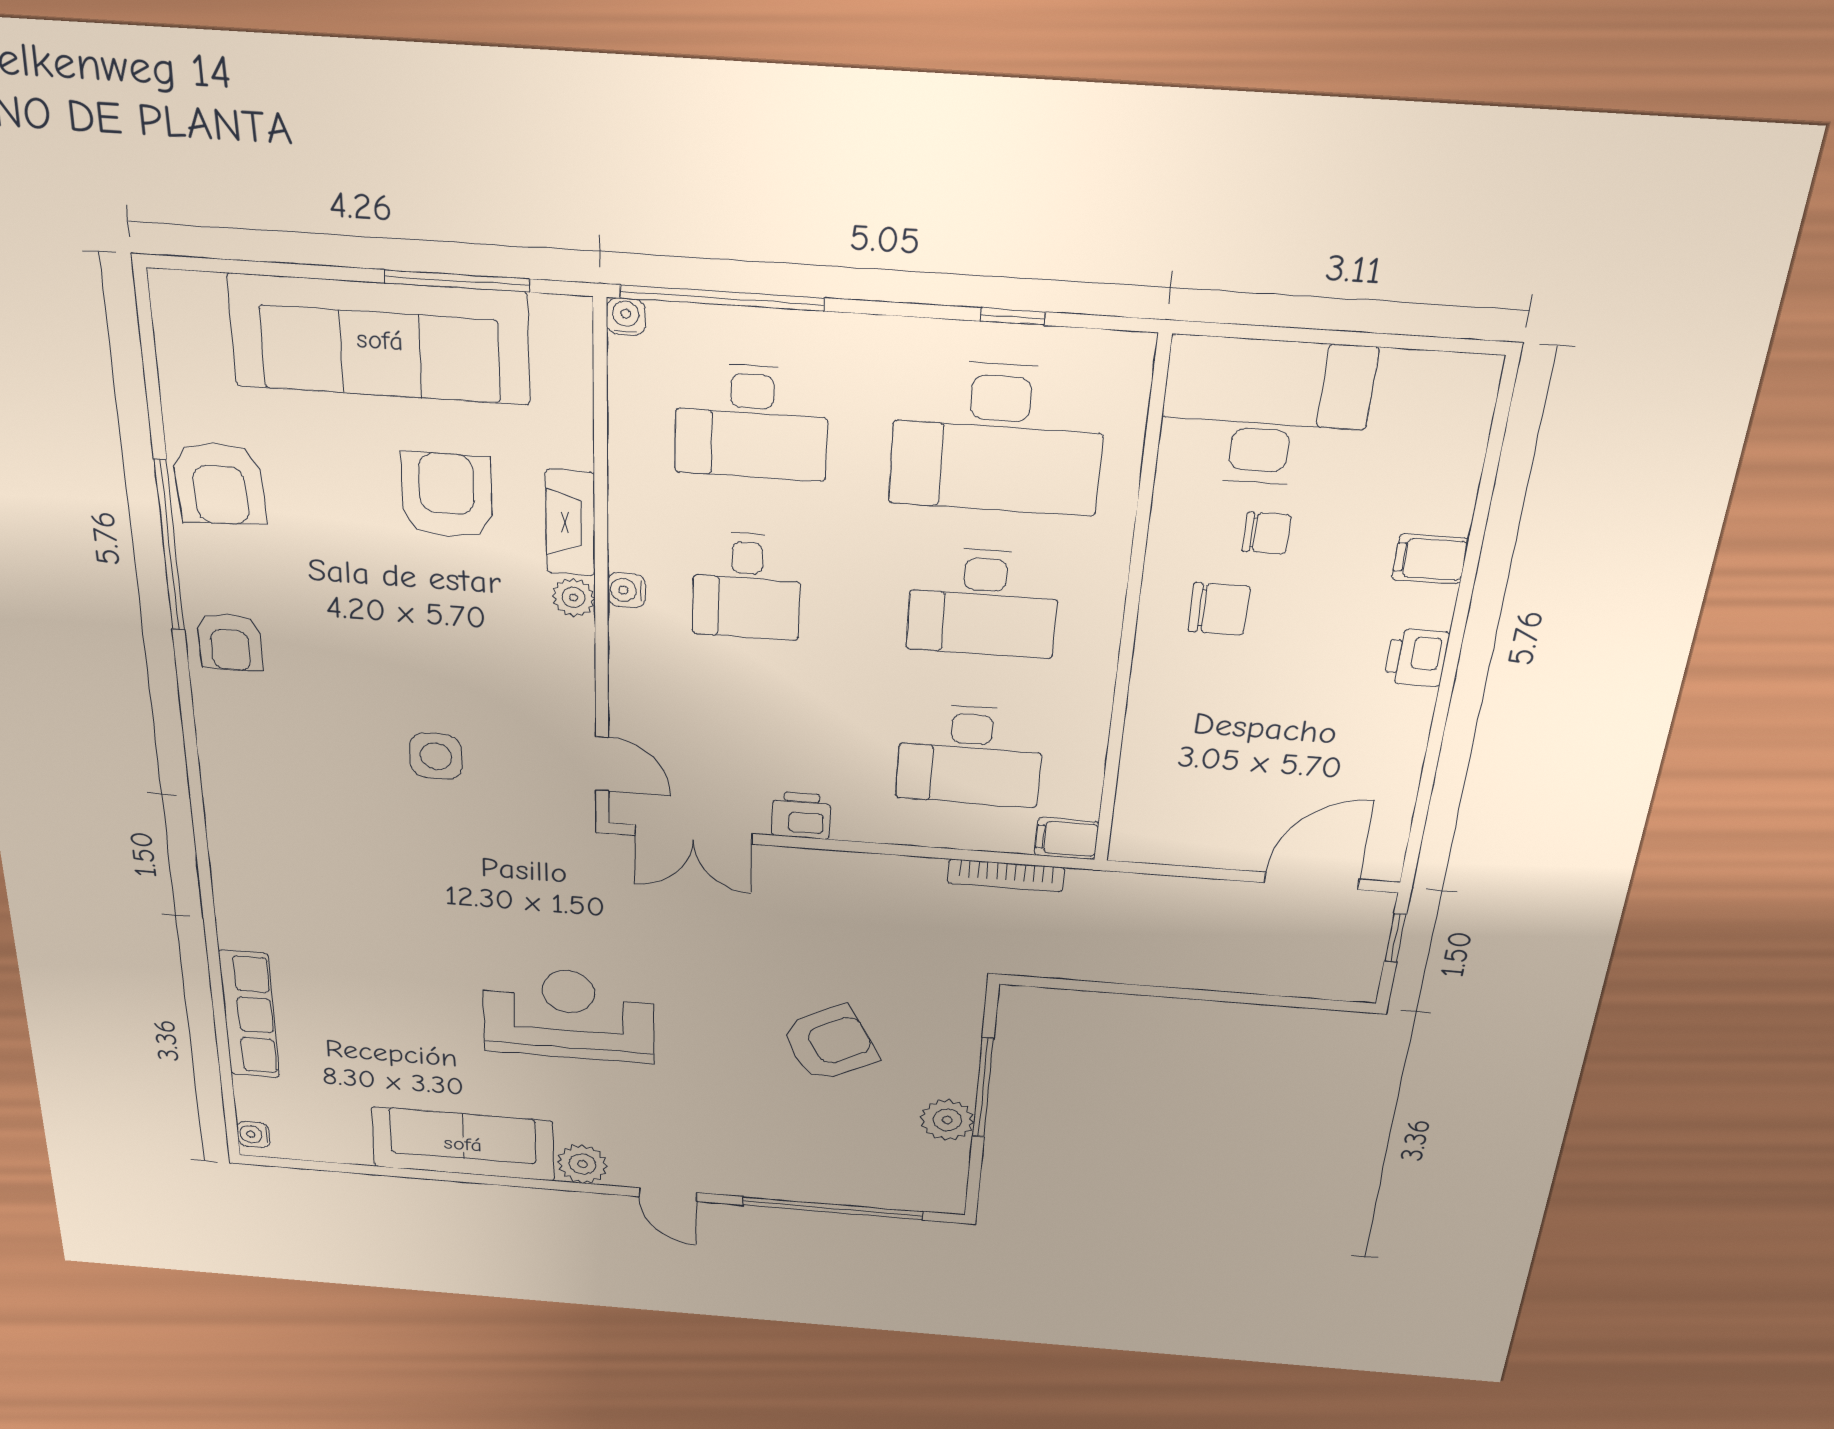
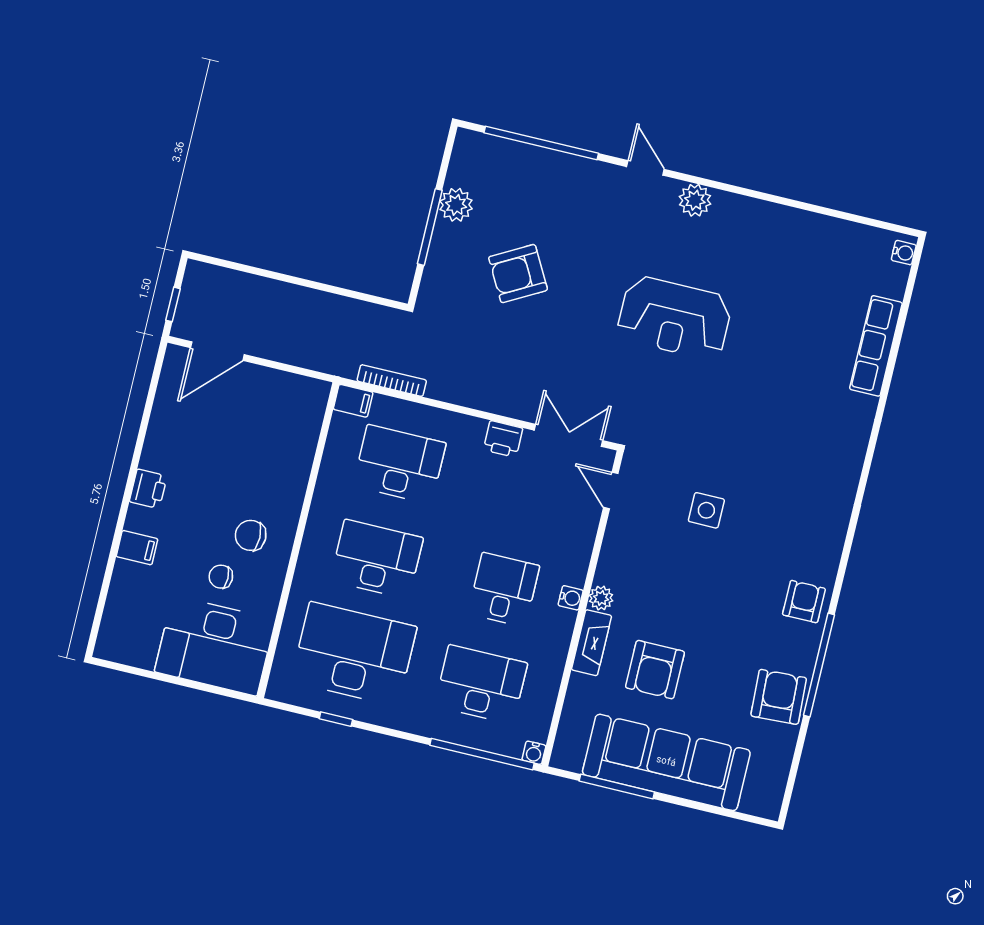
sofa: (463, 1144) -> (768, 227), removed

